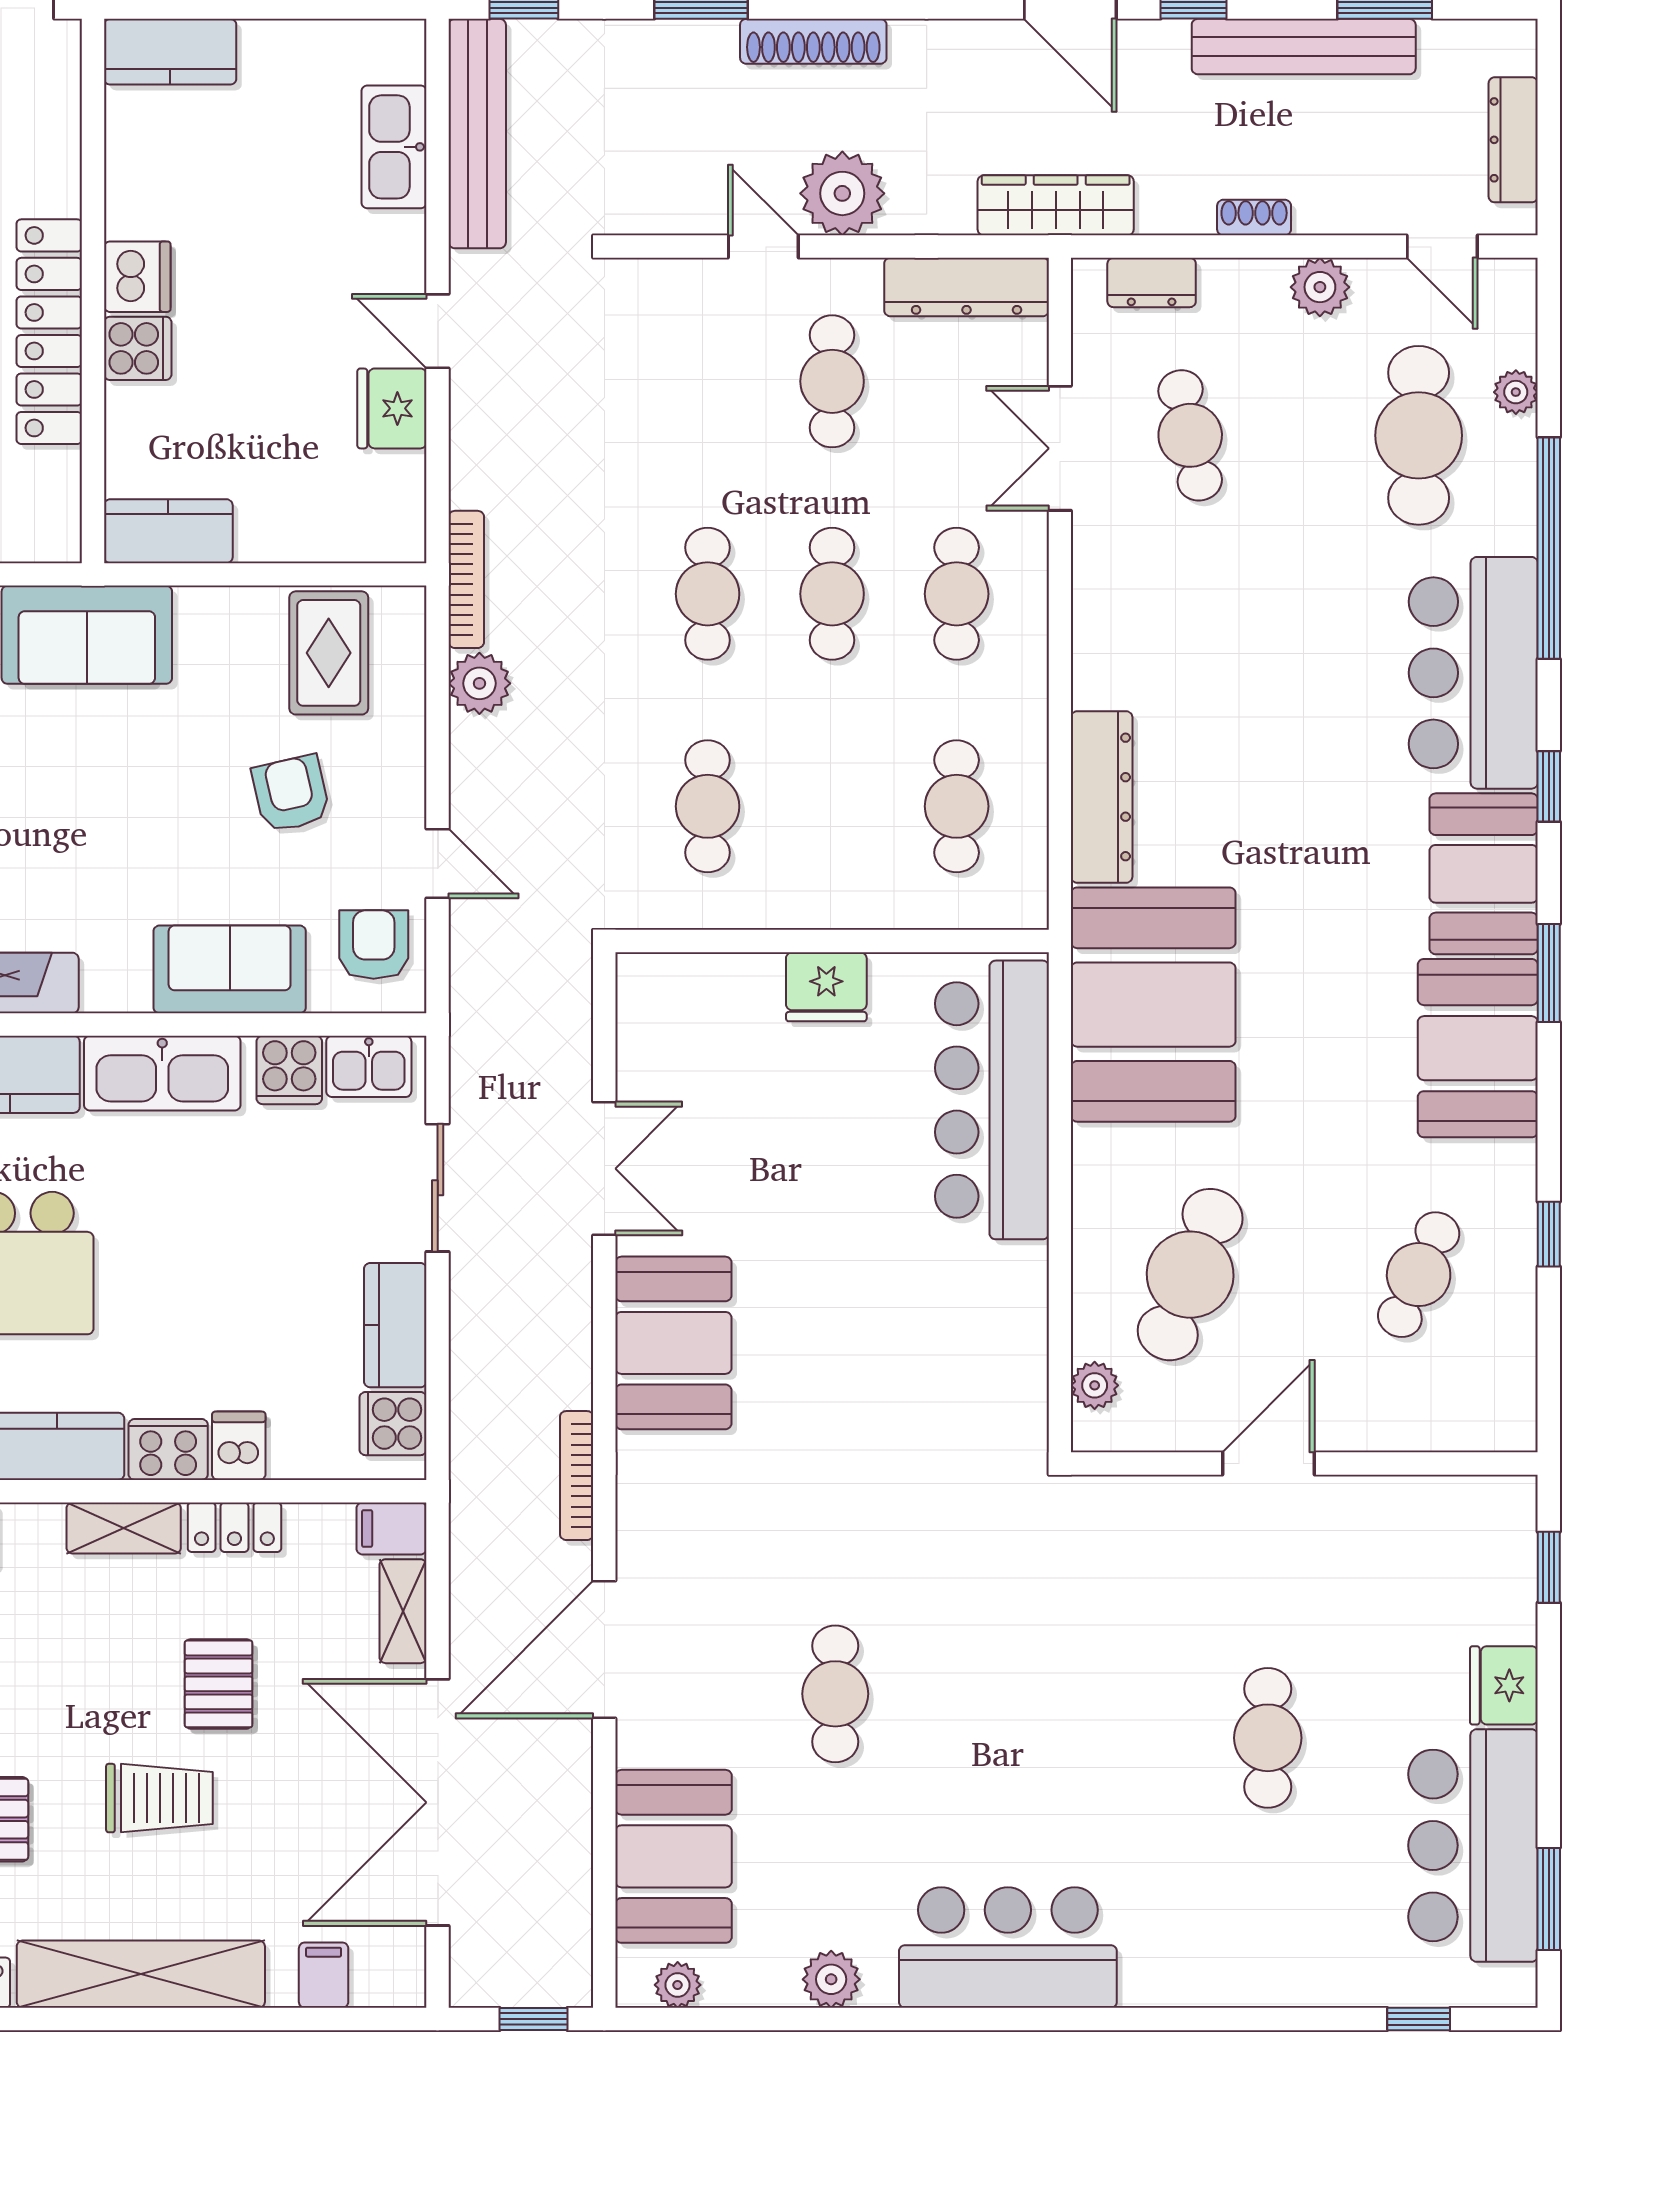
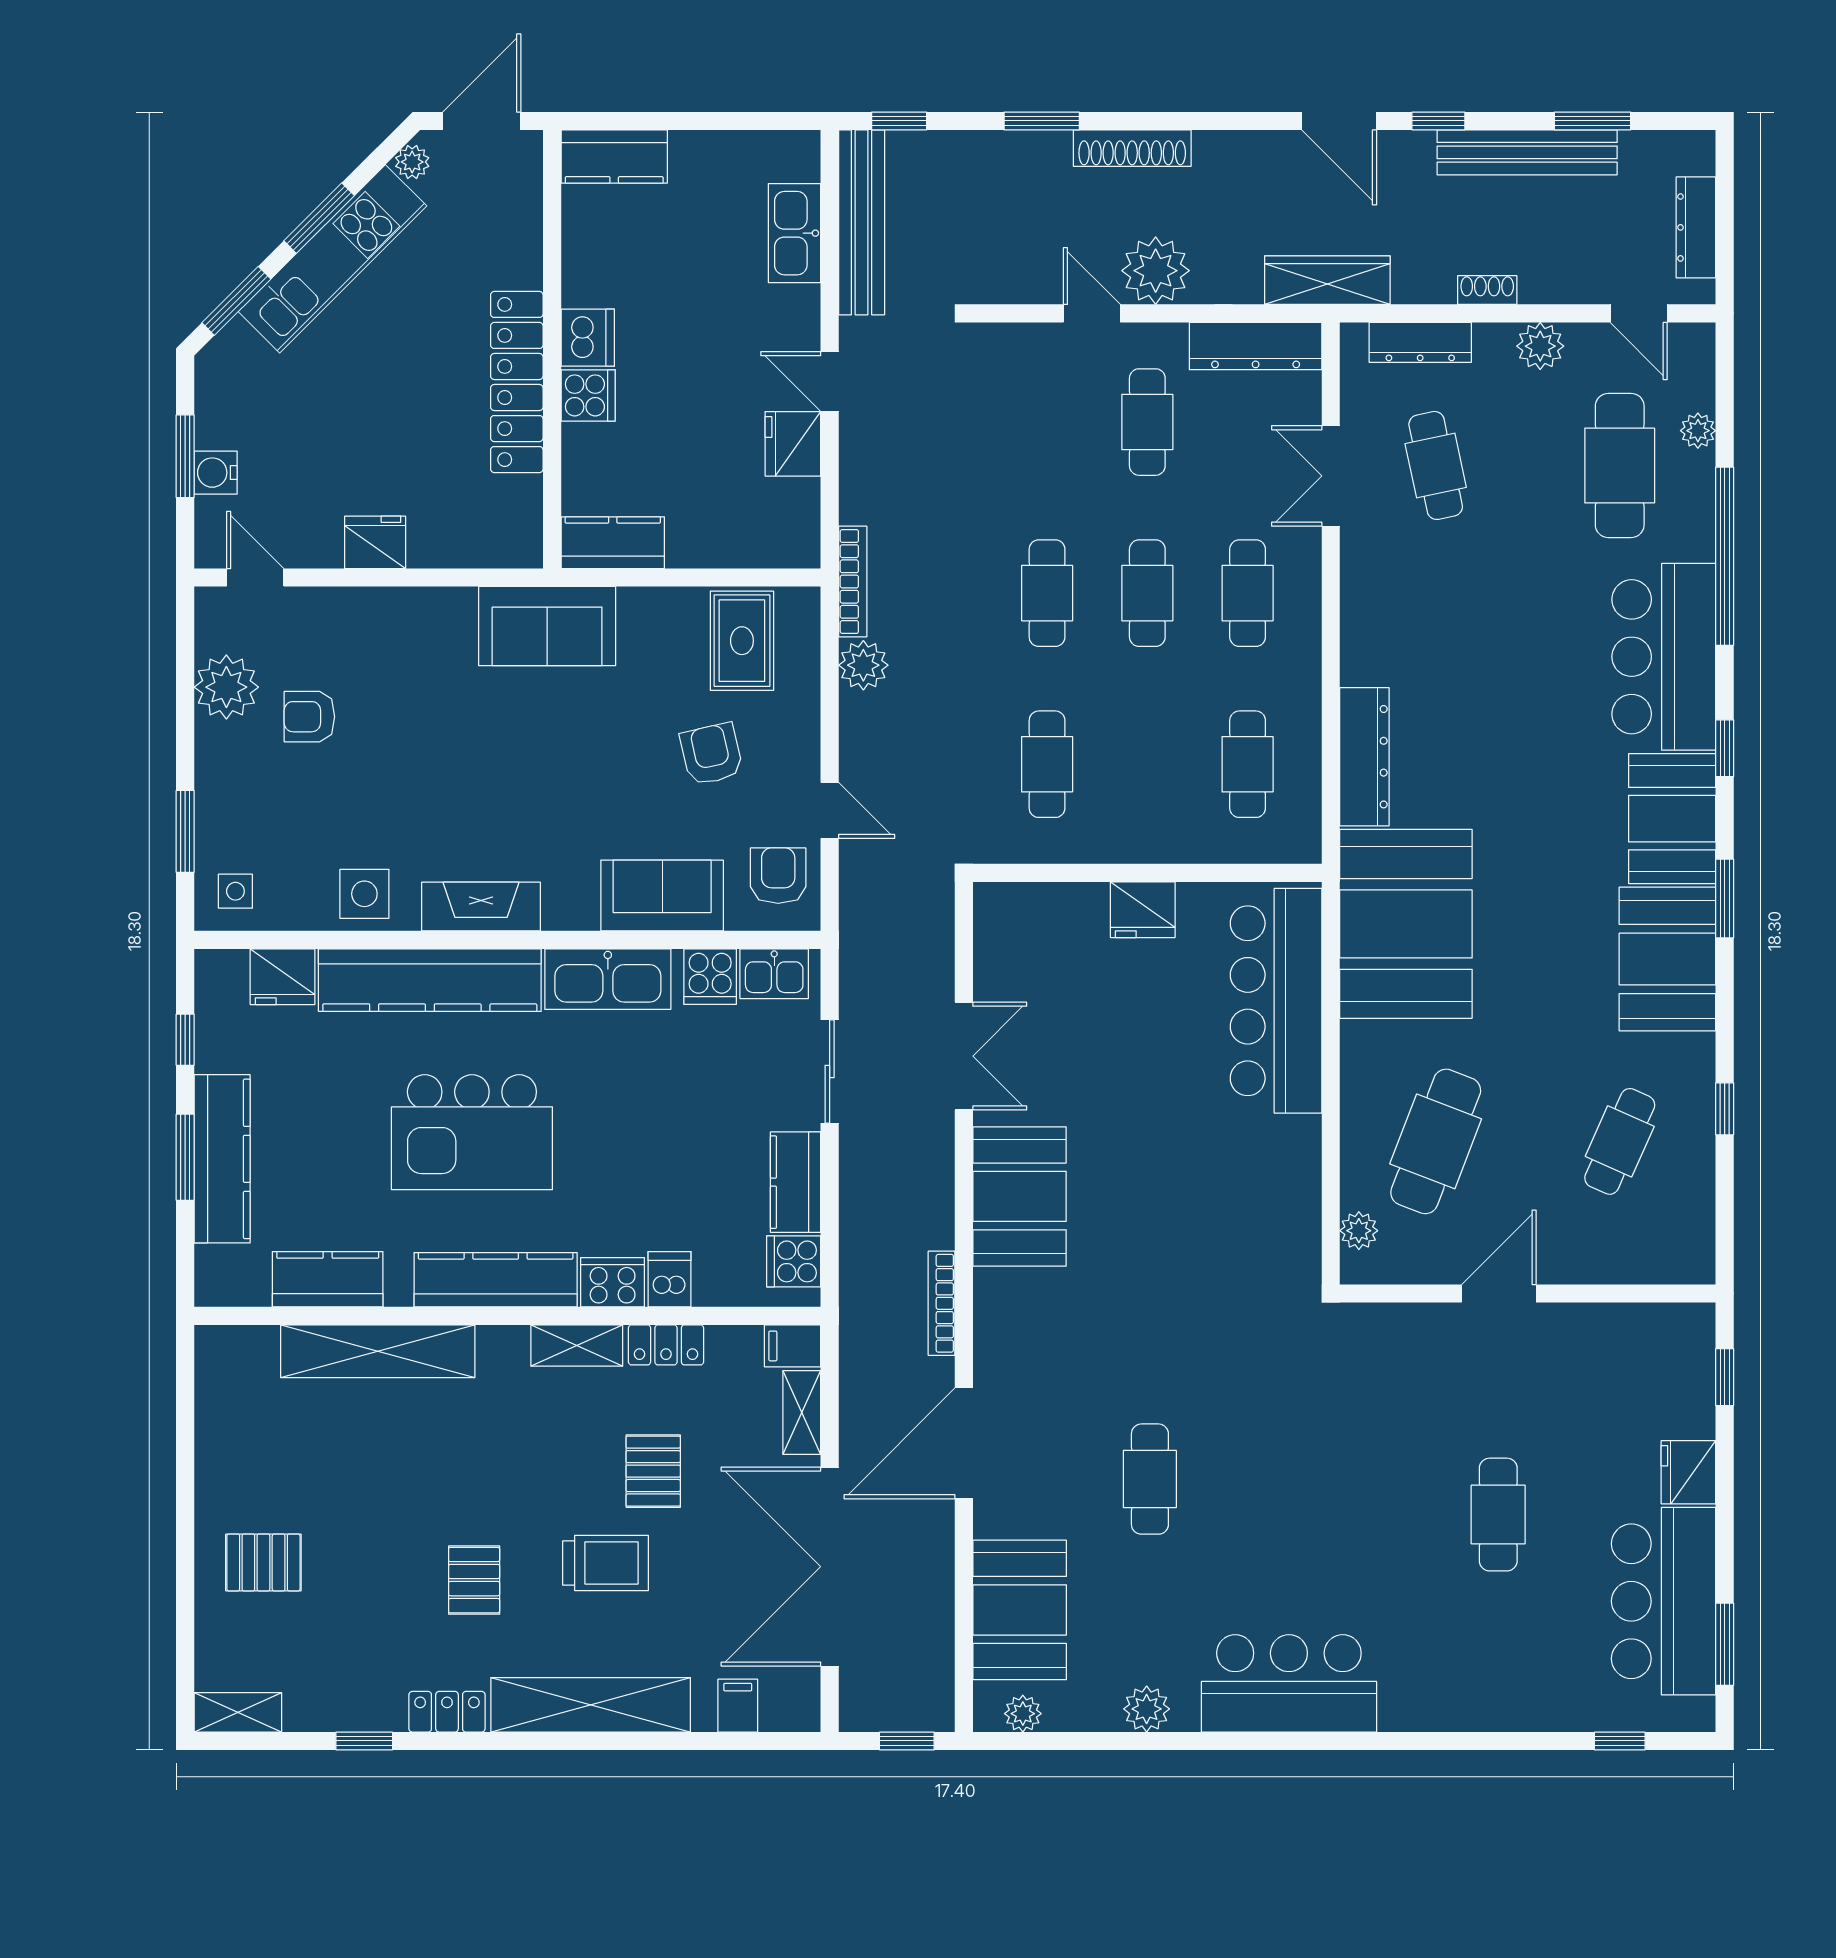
dresser: (1152, 282) -> (1420, 342), width x1.44

